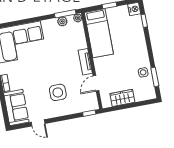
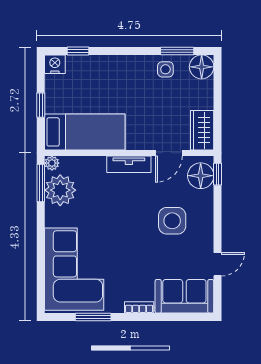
plant: (62, 21) -> (60, 190), width x1.87, depth x1.87
door: (96, 83) -> (169, 153), hinge flipped
floor lamp: (148, 93) -> (202, 67), added
wardrobe: (122, 98) -> (202, 130), moved
floor lamp: (86, 104) -> (201, 176), added

